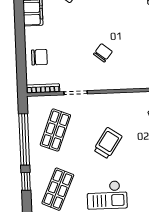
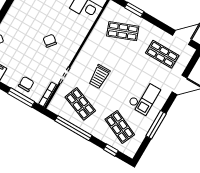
window: (21, 61) -> (21, 98), added
trolley: (108, 143) -> (99, 77), moved, turned -125
window: (26, 181) -> (111, 150), moved

